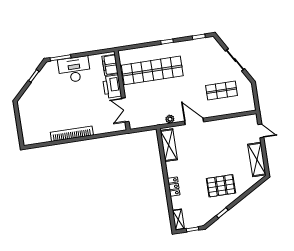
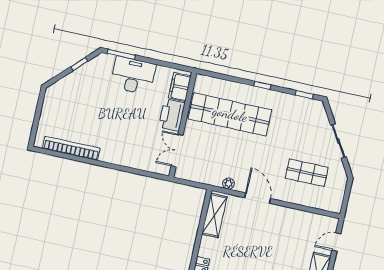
door: (261, 131) -> (336, 242), swing flipped
bookcase: (72, 134) -> (71, 148), moved

